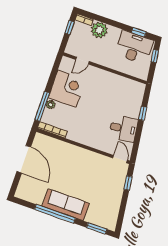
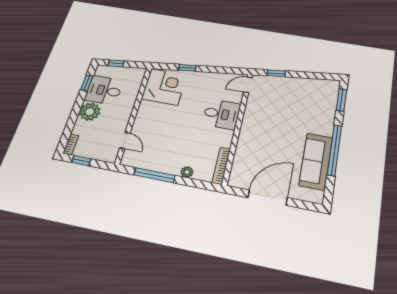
plant: (99, 30) -> (90, 112), moved
desk: (134, 47) -> (104, 90), width x0.73
corner desk: (67, 89) -> (164, 87), moved, turned 90
window: (42, 106) -> (154, 175), moved
desk: (123, 129) -> (221, 114), moved, turned 97
sofa: (66, 205) -> (316, 161), moved

